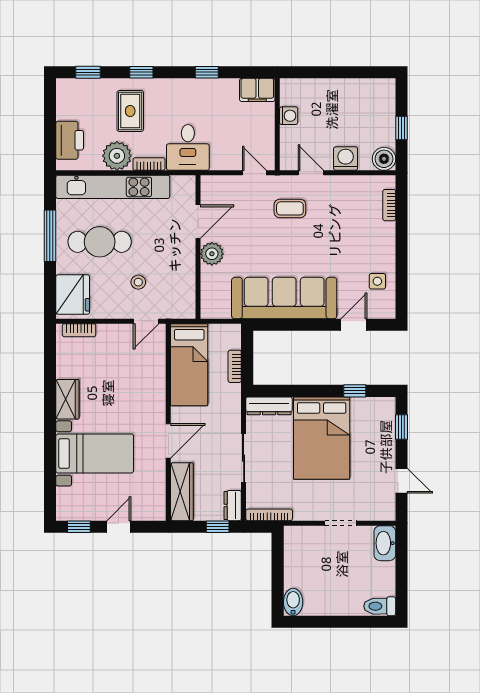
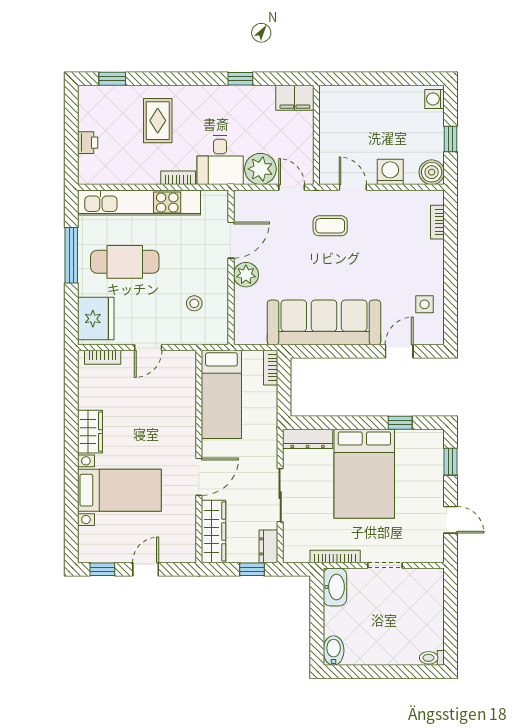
window: (141, 72) -> (170, 79), removed
washing machine: (289, 116) -> (434, 99), moved, turned 180
printer: (70, 140) -> (88, 143), width x0.53, depth x0.68
plant: (117, 156) -> (260, 169), moved
stool: (138, 282) -> (194, 303), moved
door: (146, 321) -> (148, 347), moved
bookcase: (235, 366) -> (271, 368), moved
bookcase: (269, 515) -> (335, 556), moved
washbasin: (385, 543) -> (335, 587), moved, turned 180
toilet: (380, 606) -> (432, 658), width x0.73, depth x0.72

